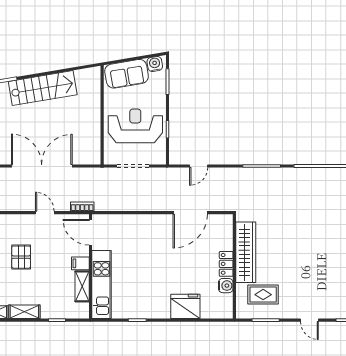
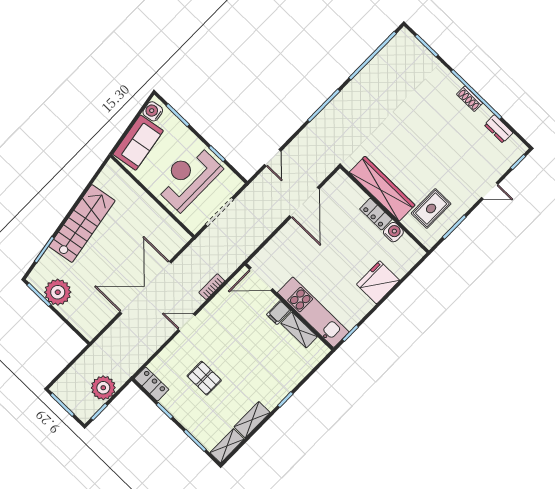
door: (90, 232) -> (261, 279), moved
filing cabinet: (80, 263) -> (279, 313), moved
wall: (90, 266) -> (289, 307), moved
kitchen unit: (102, 285) -> (313, 312), moved
shelving: (82, 286) -> (299, 330), moved

